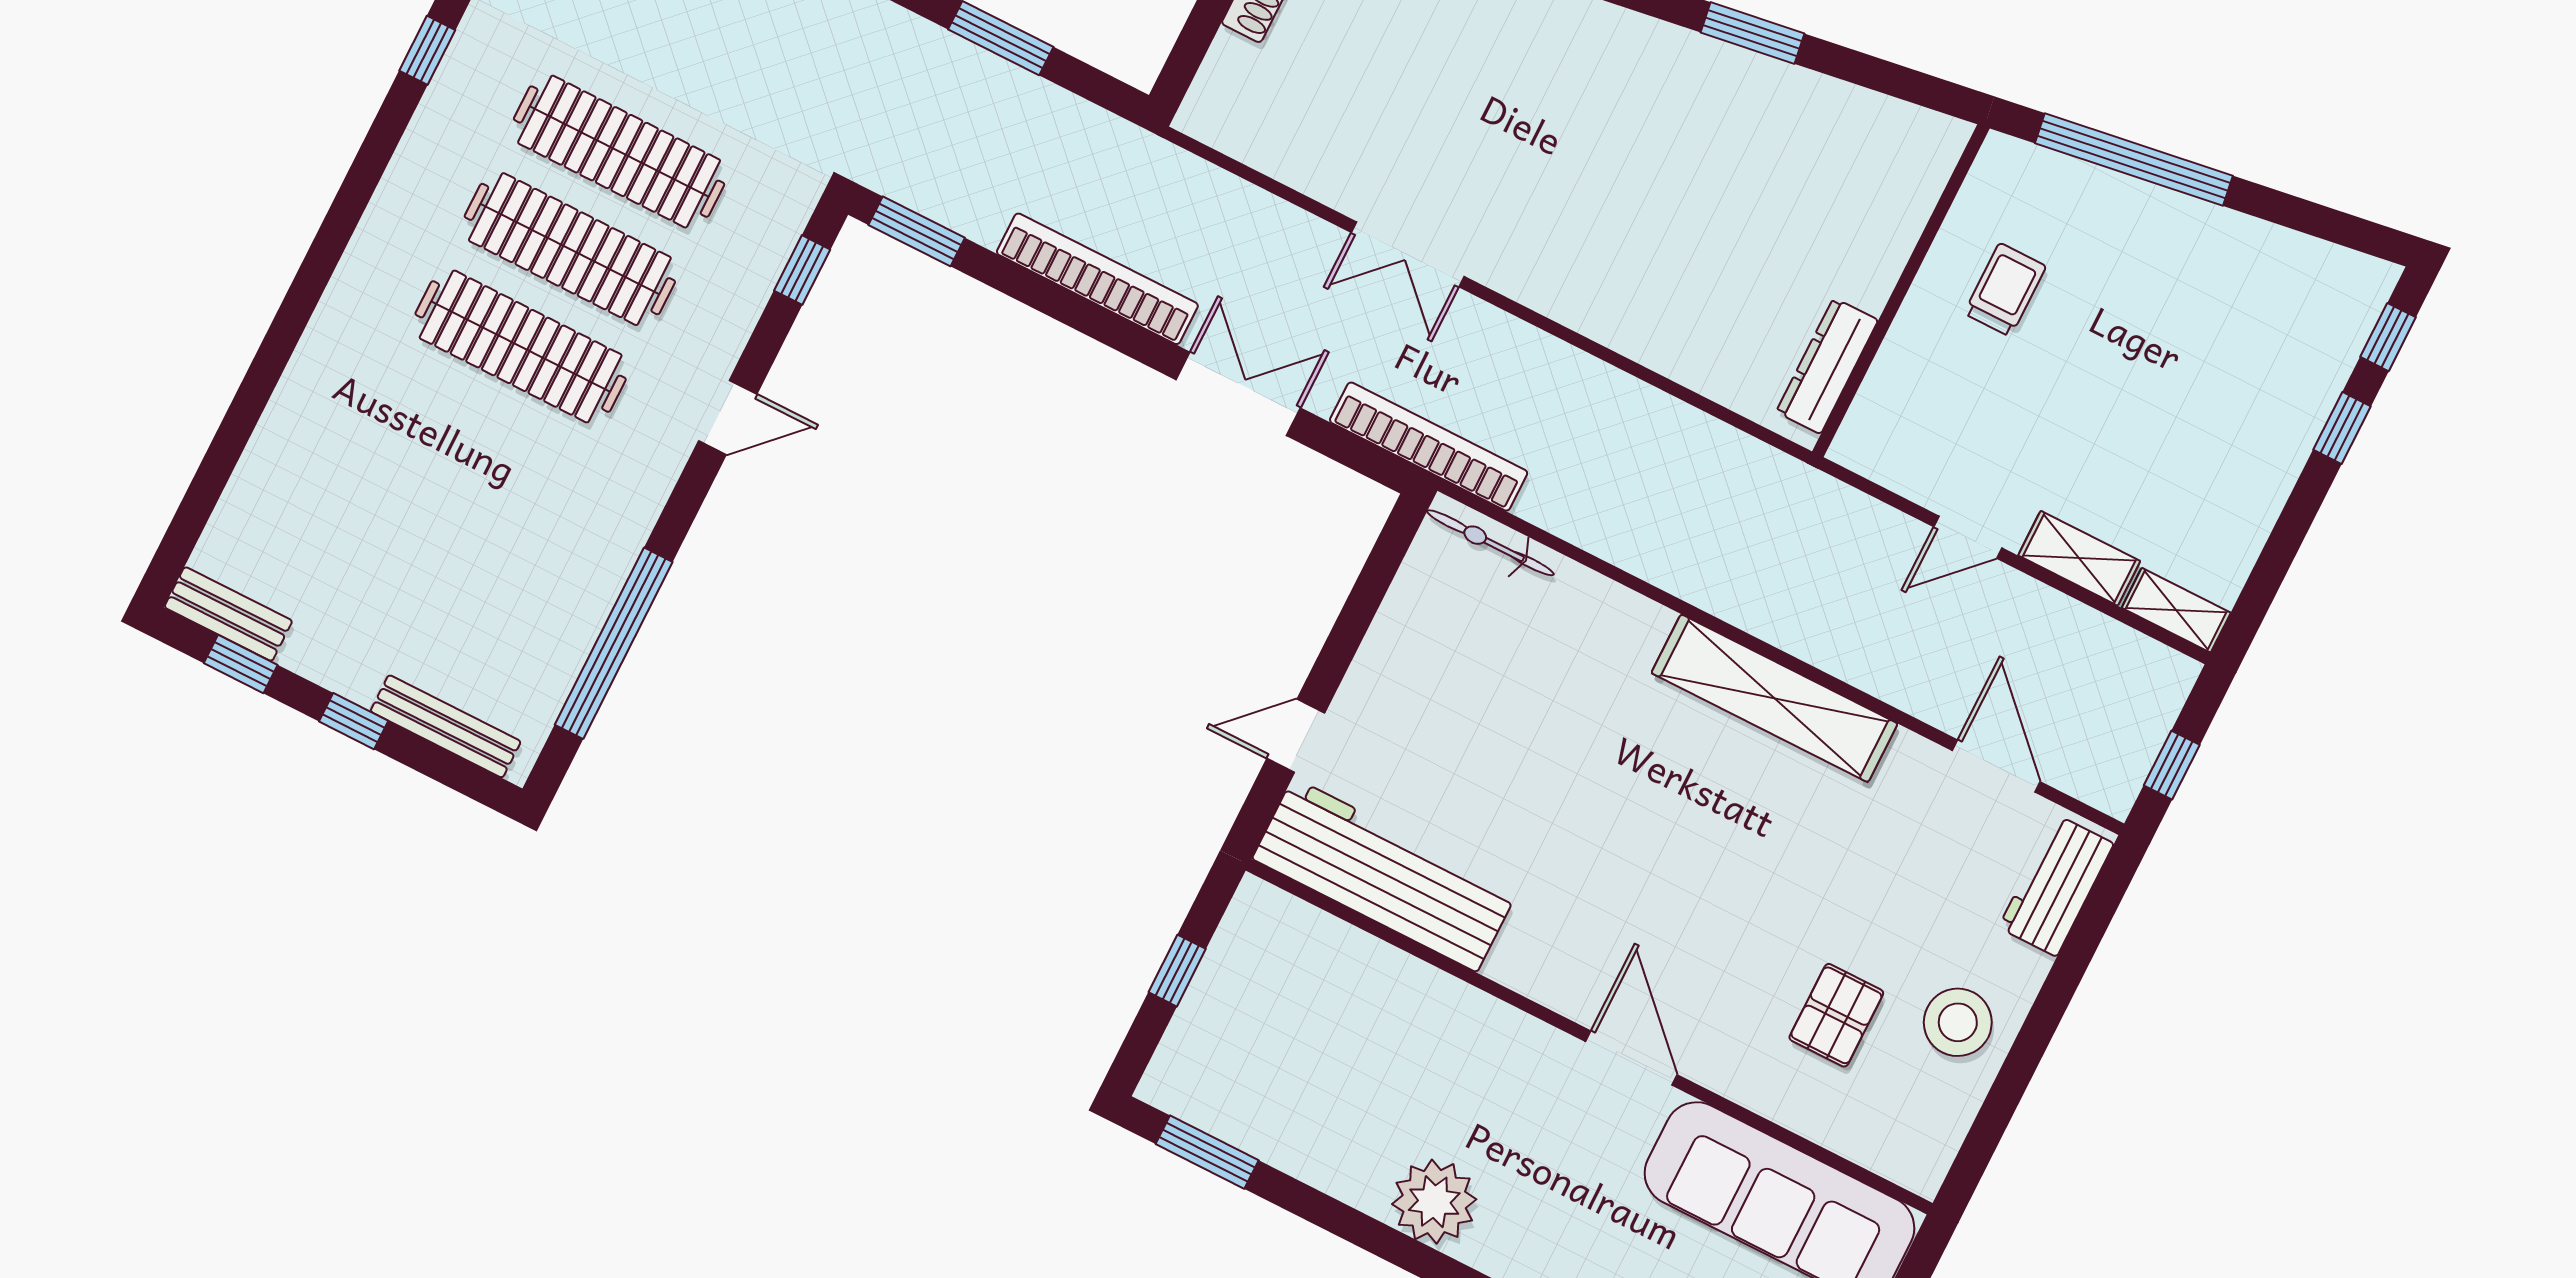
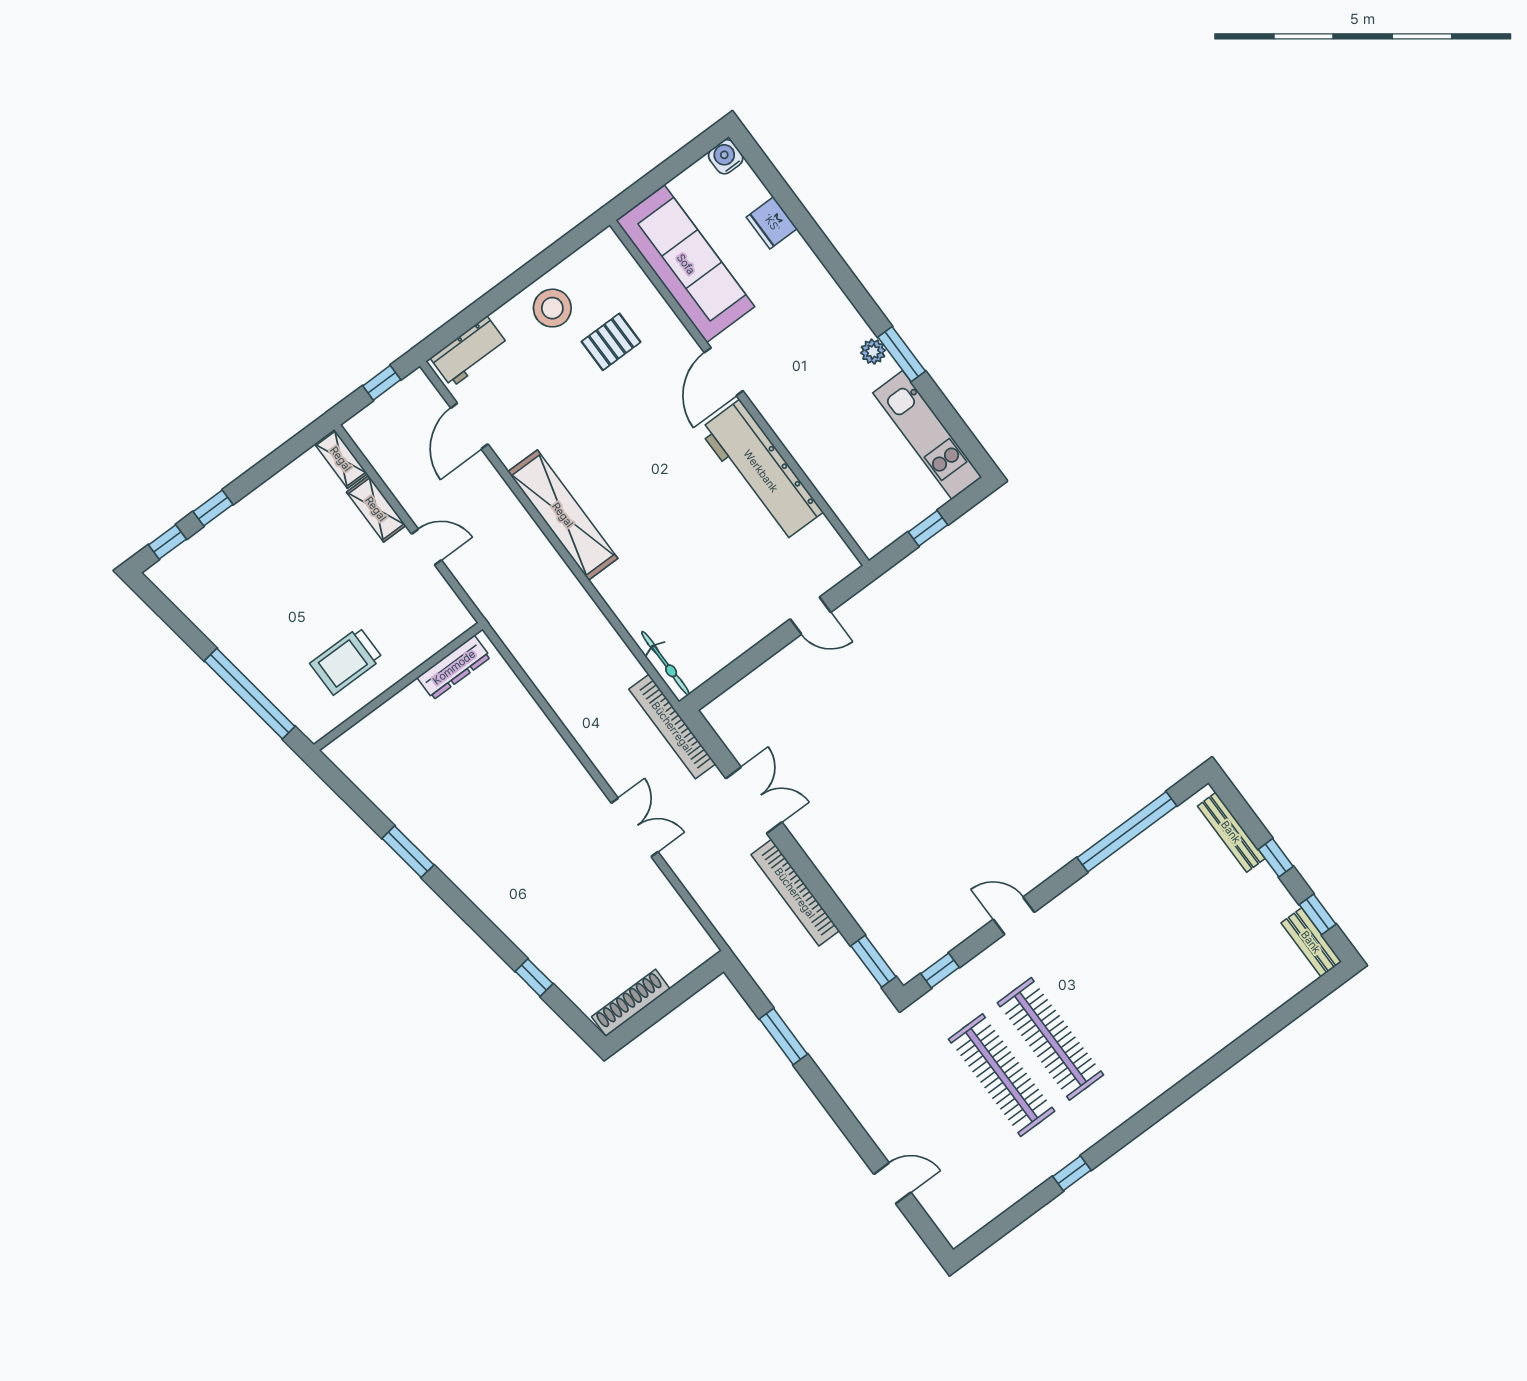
trolley: (2005, 290) -> (346, 661), width x1.36, depth x1.39
clothes rail: (521, 346) -> (1099, 1003), removed
double door: (1238, 394) -> (754, 800), swing flipped
workbench: (1385, 875) -> (761, 471), moved
kitchen unit: (1253, 1120) -> (927, 435), added
window: (1207, 1152) -> (902, 354), moved
plant: (1434, 1202) -> (873, 352), width x0.53, depth x0.53

